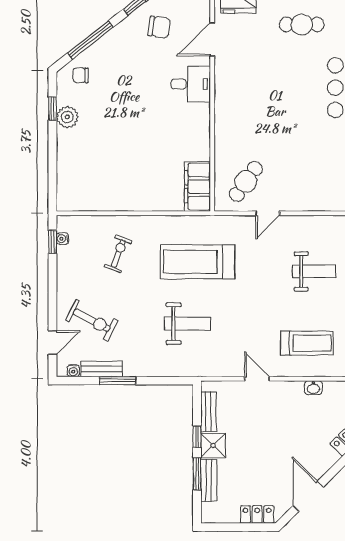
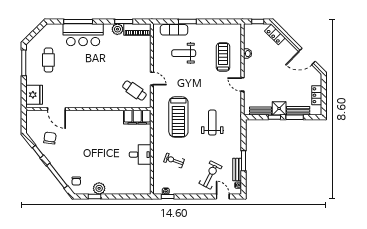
desk: (191, 84) -> (140, 155), moved, turned 90
weight bench: (314, 271) -> (184, 53), turned -90
door: (257, 379) -> (243, 84), hinge flipped
locker: (257, 514) -> (317, 95), moved

